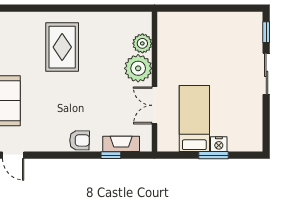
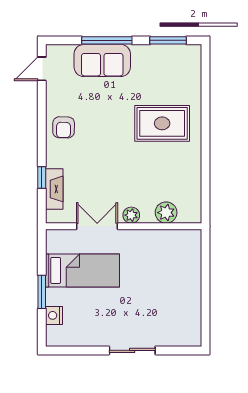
window: (266, 32) -> (179, 350), removed
plant: (138, 68) -> (131, 215), width x0.53, depth x0.53
armchair: (80, 140) -> (64, 127), moved
nightstand: (219, 144) -> (54, 315), moved

